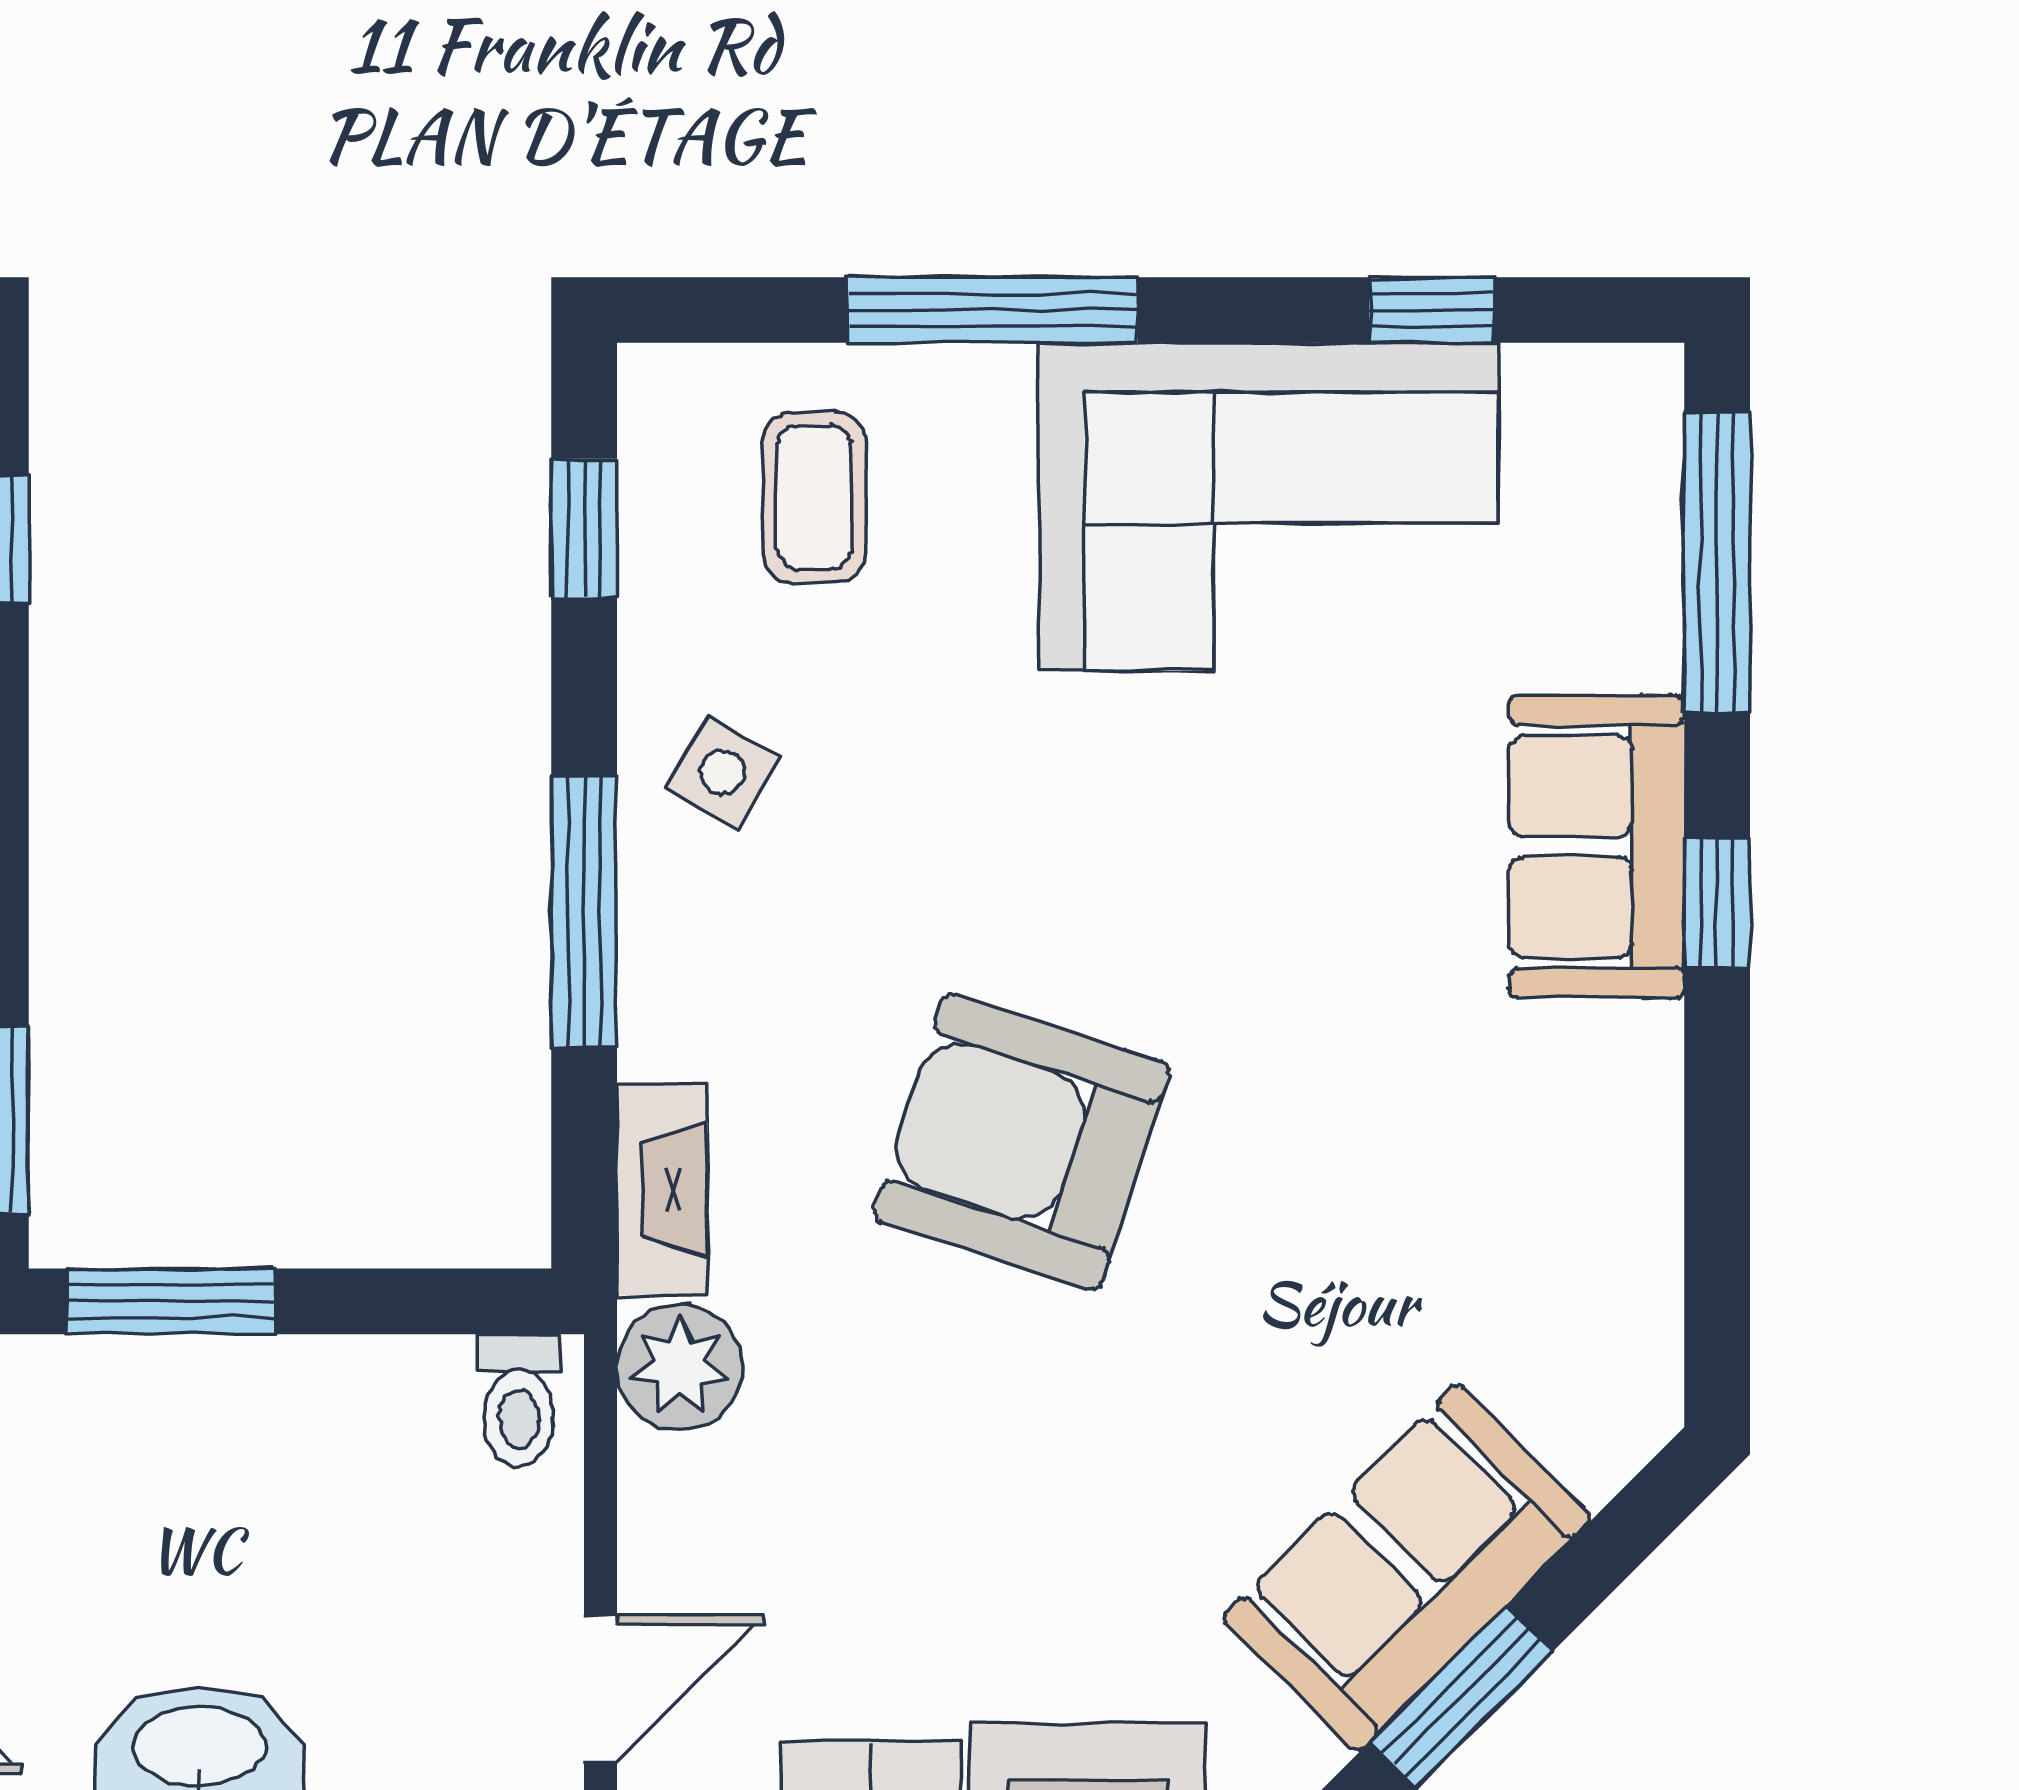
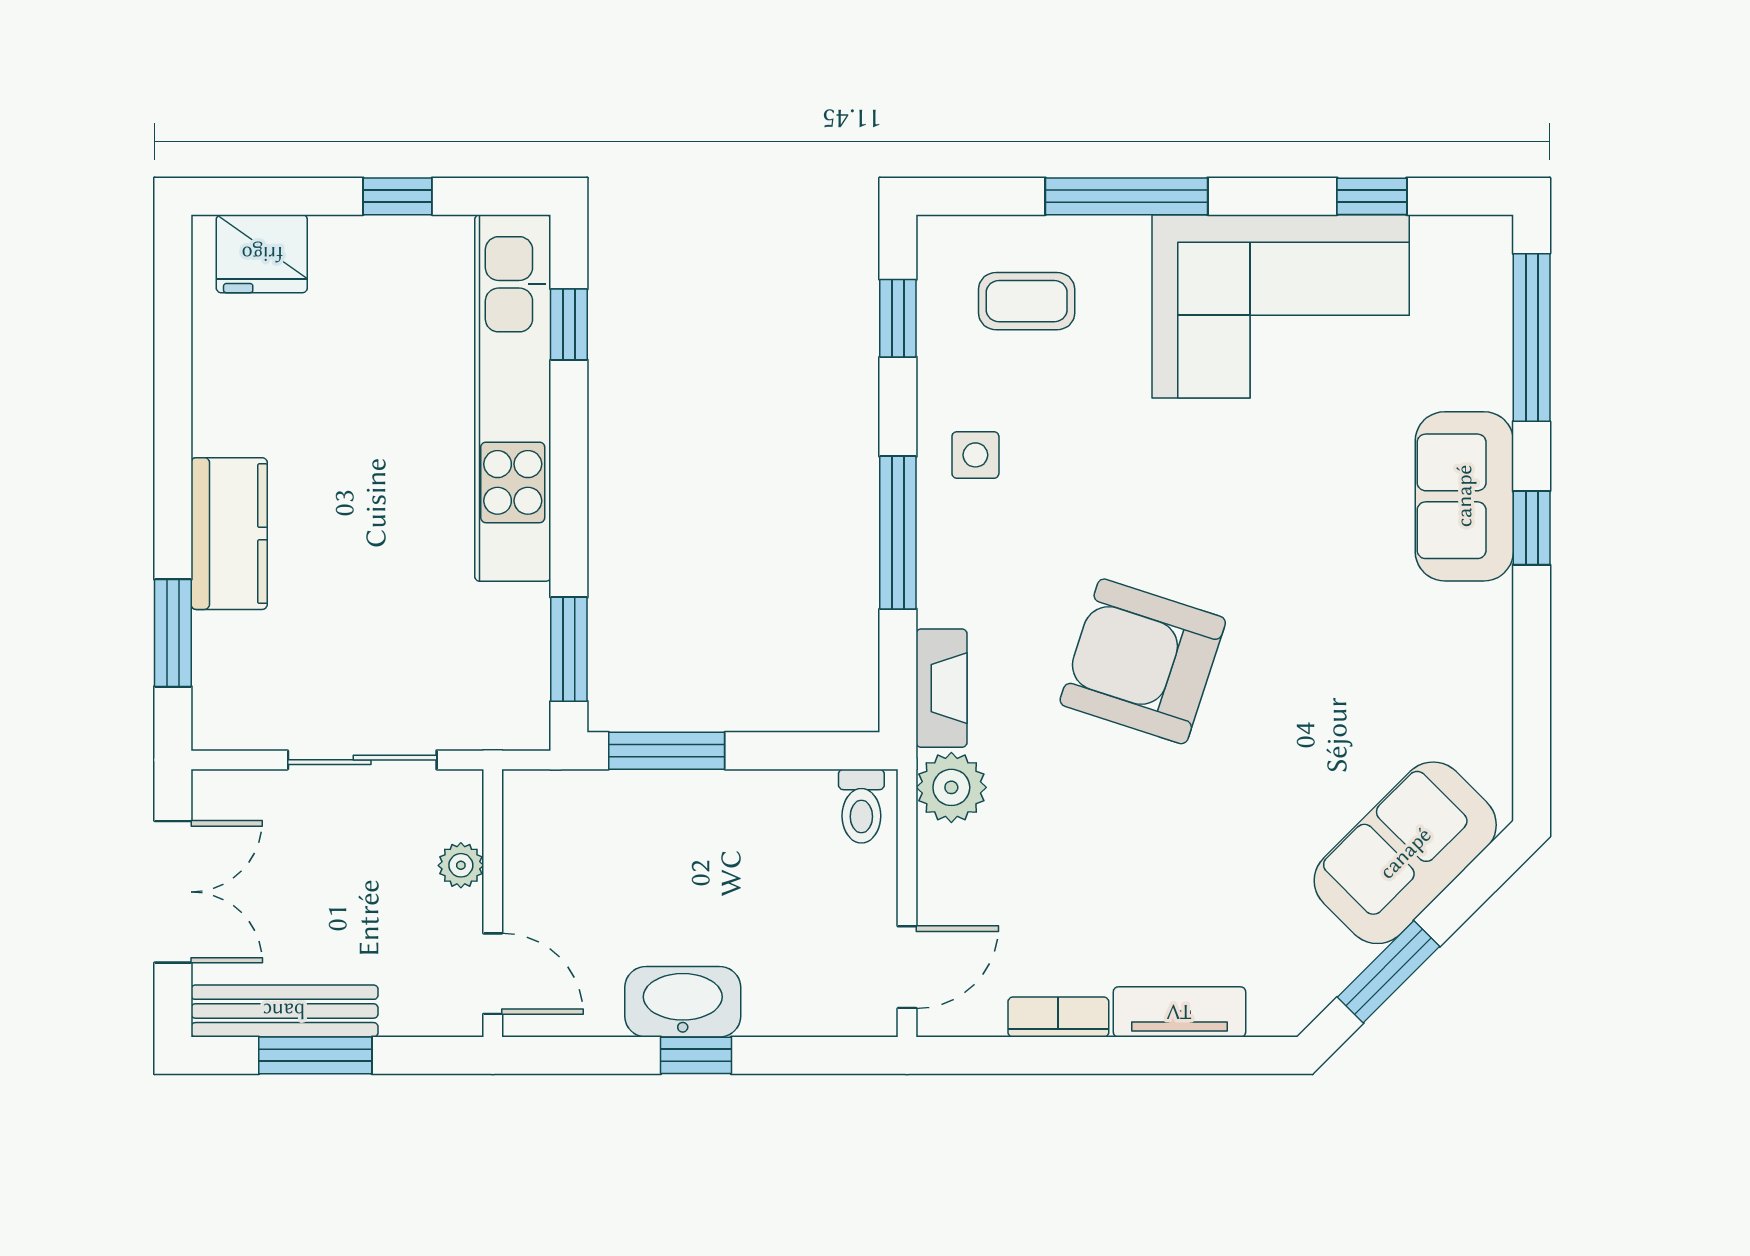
coffee table: (814, 497) -> (1027, 301), turned 90
side table: (723, 772) -> (975, 455), turned -31
sofa: (1407, 1568) -> (1405, 853), moved

